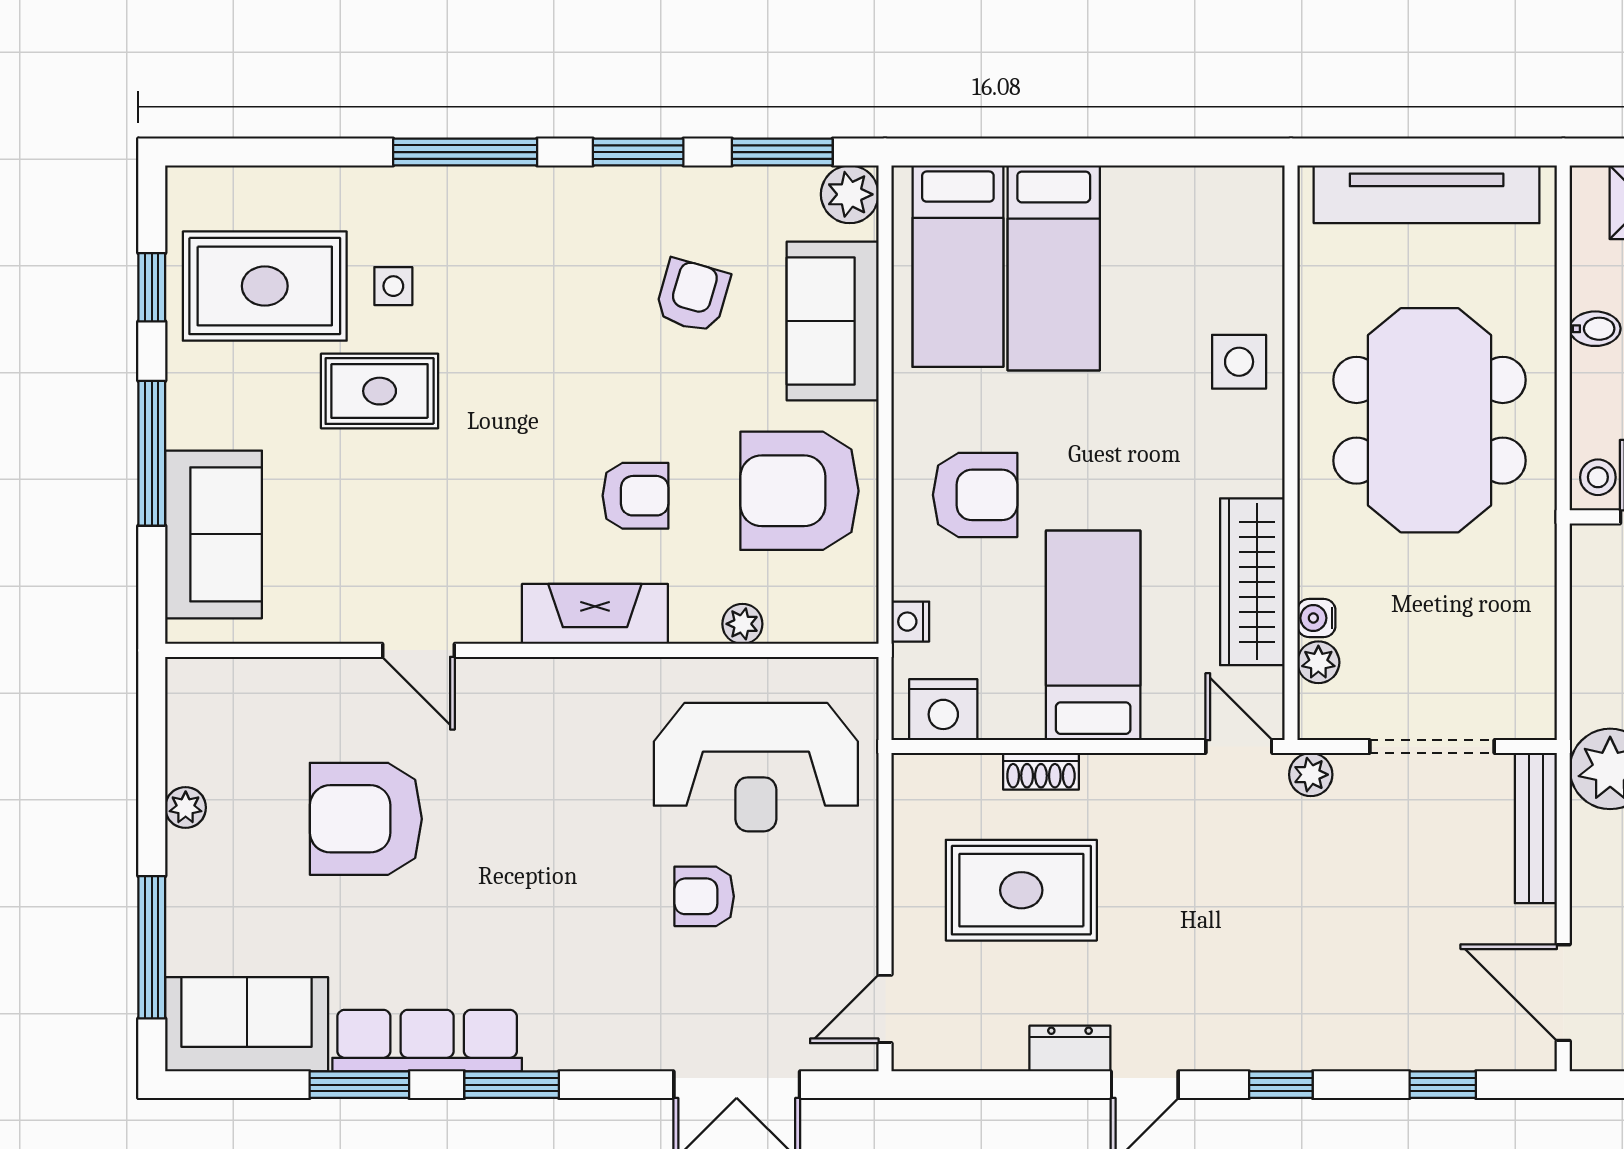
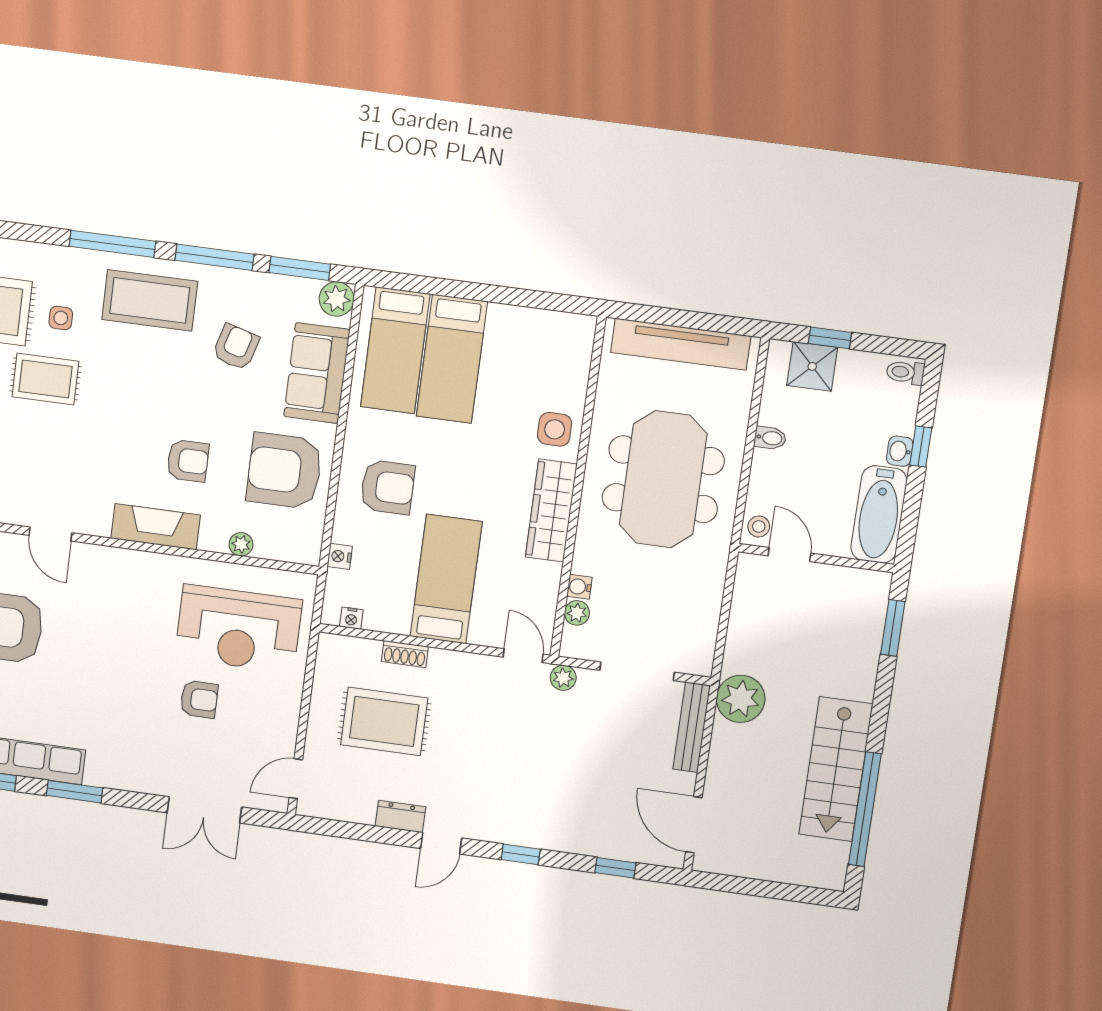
window: (638, 152) -> (214, 257), width x1.44
coffee table: (539, 237) -> (150, 300), added
wardrobe: (1252, 582) -> (551, 511), moved
nightstand: (943, 710) -> (351, 618), width x0.53, depth x0.56
armchair: (704, 896) -> (199, 699), turned 180

